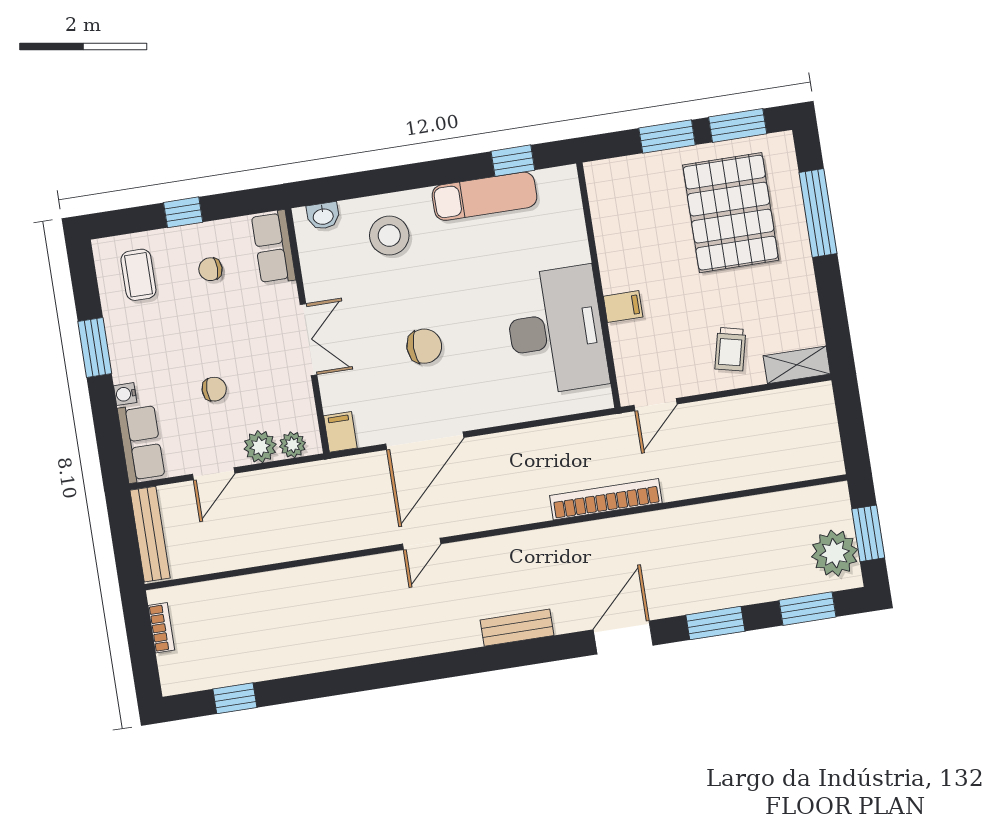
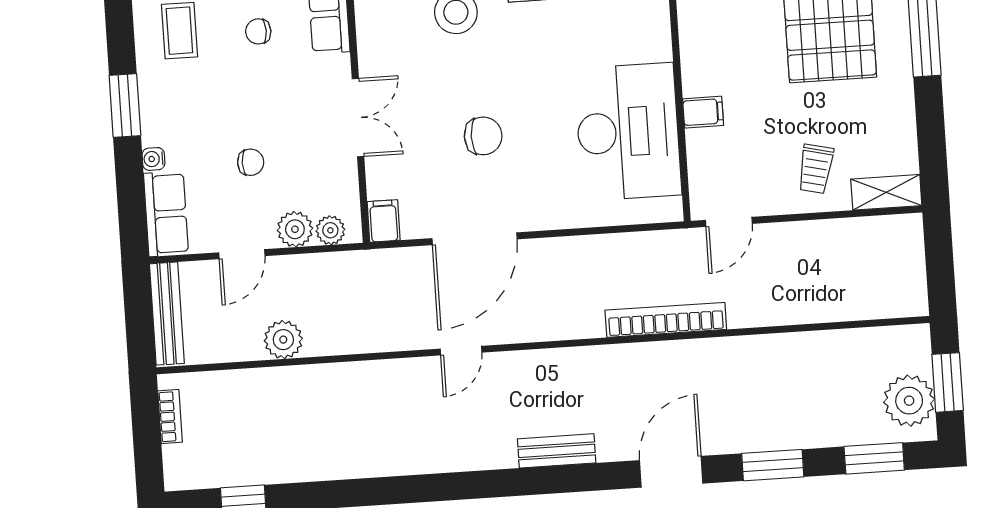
plant: (258, 548) -> (283, 340), added

